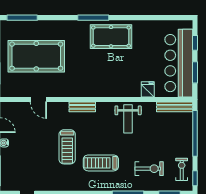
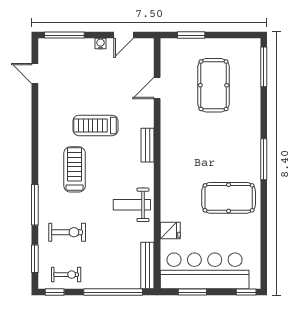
pool table: (111, 37) -> (229, 198), moved, turned 90
window: (195, 43) -> (246, 292), moved
pool table: (36, 56) -> (214, 85), width x0.73, depth x0.76
exercise bike: (149, 169) -> (67, 232), turned -90

